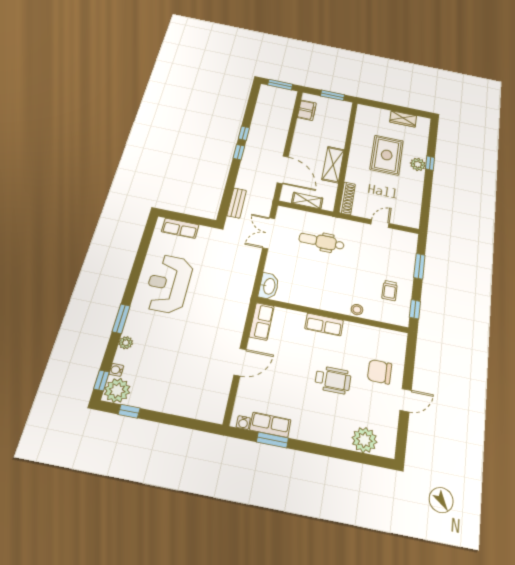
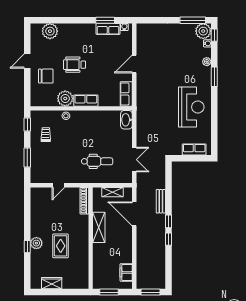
rug: (387, 155) -> (61, 246), width x0.73, depth x0.70
bench: (237, 203) -> (161, 201), moved
plant: (355, 334) -> (65, 98), added
window: (129, 411) -> (193, 20), width x2.17

